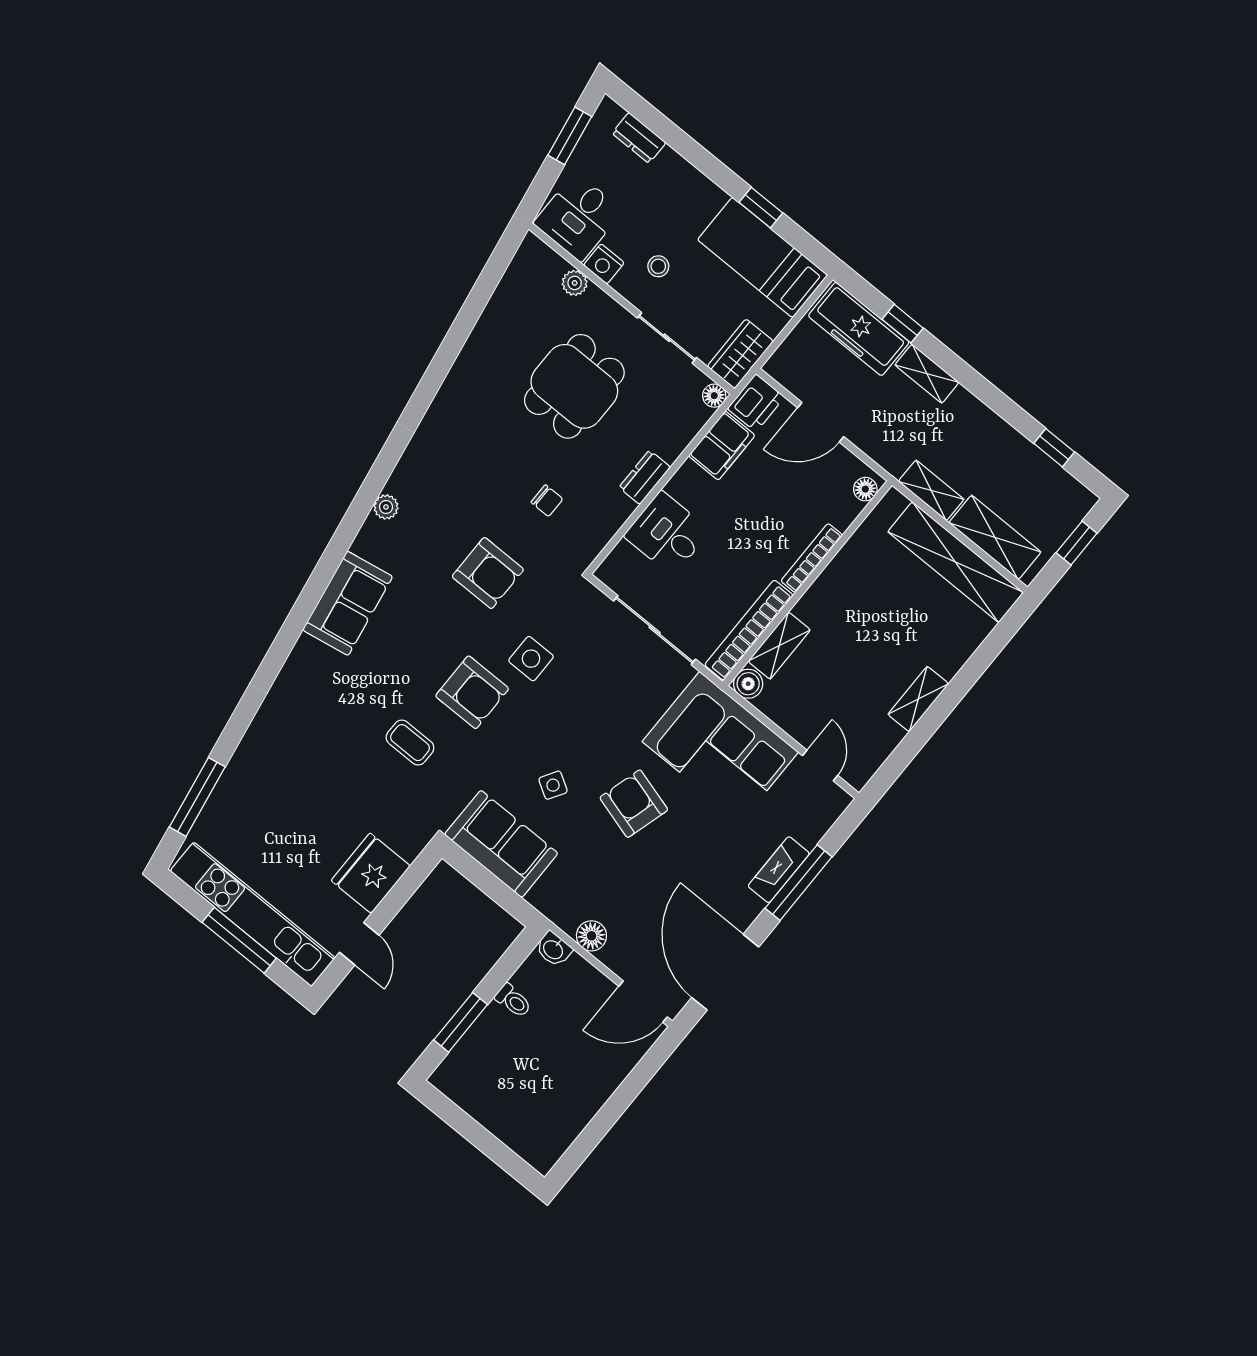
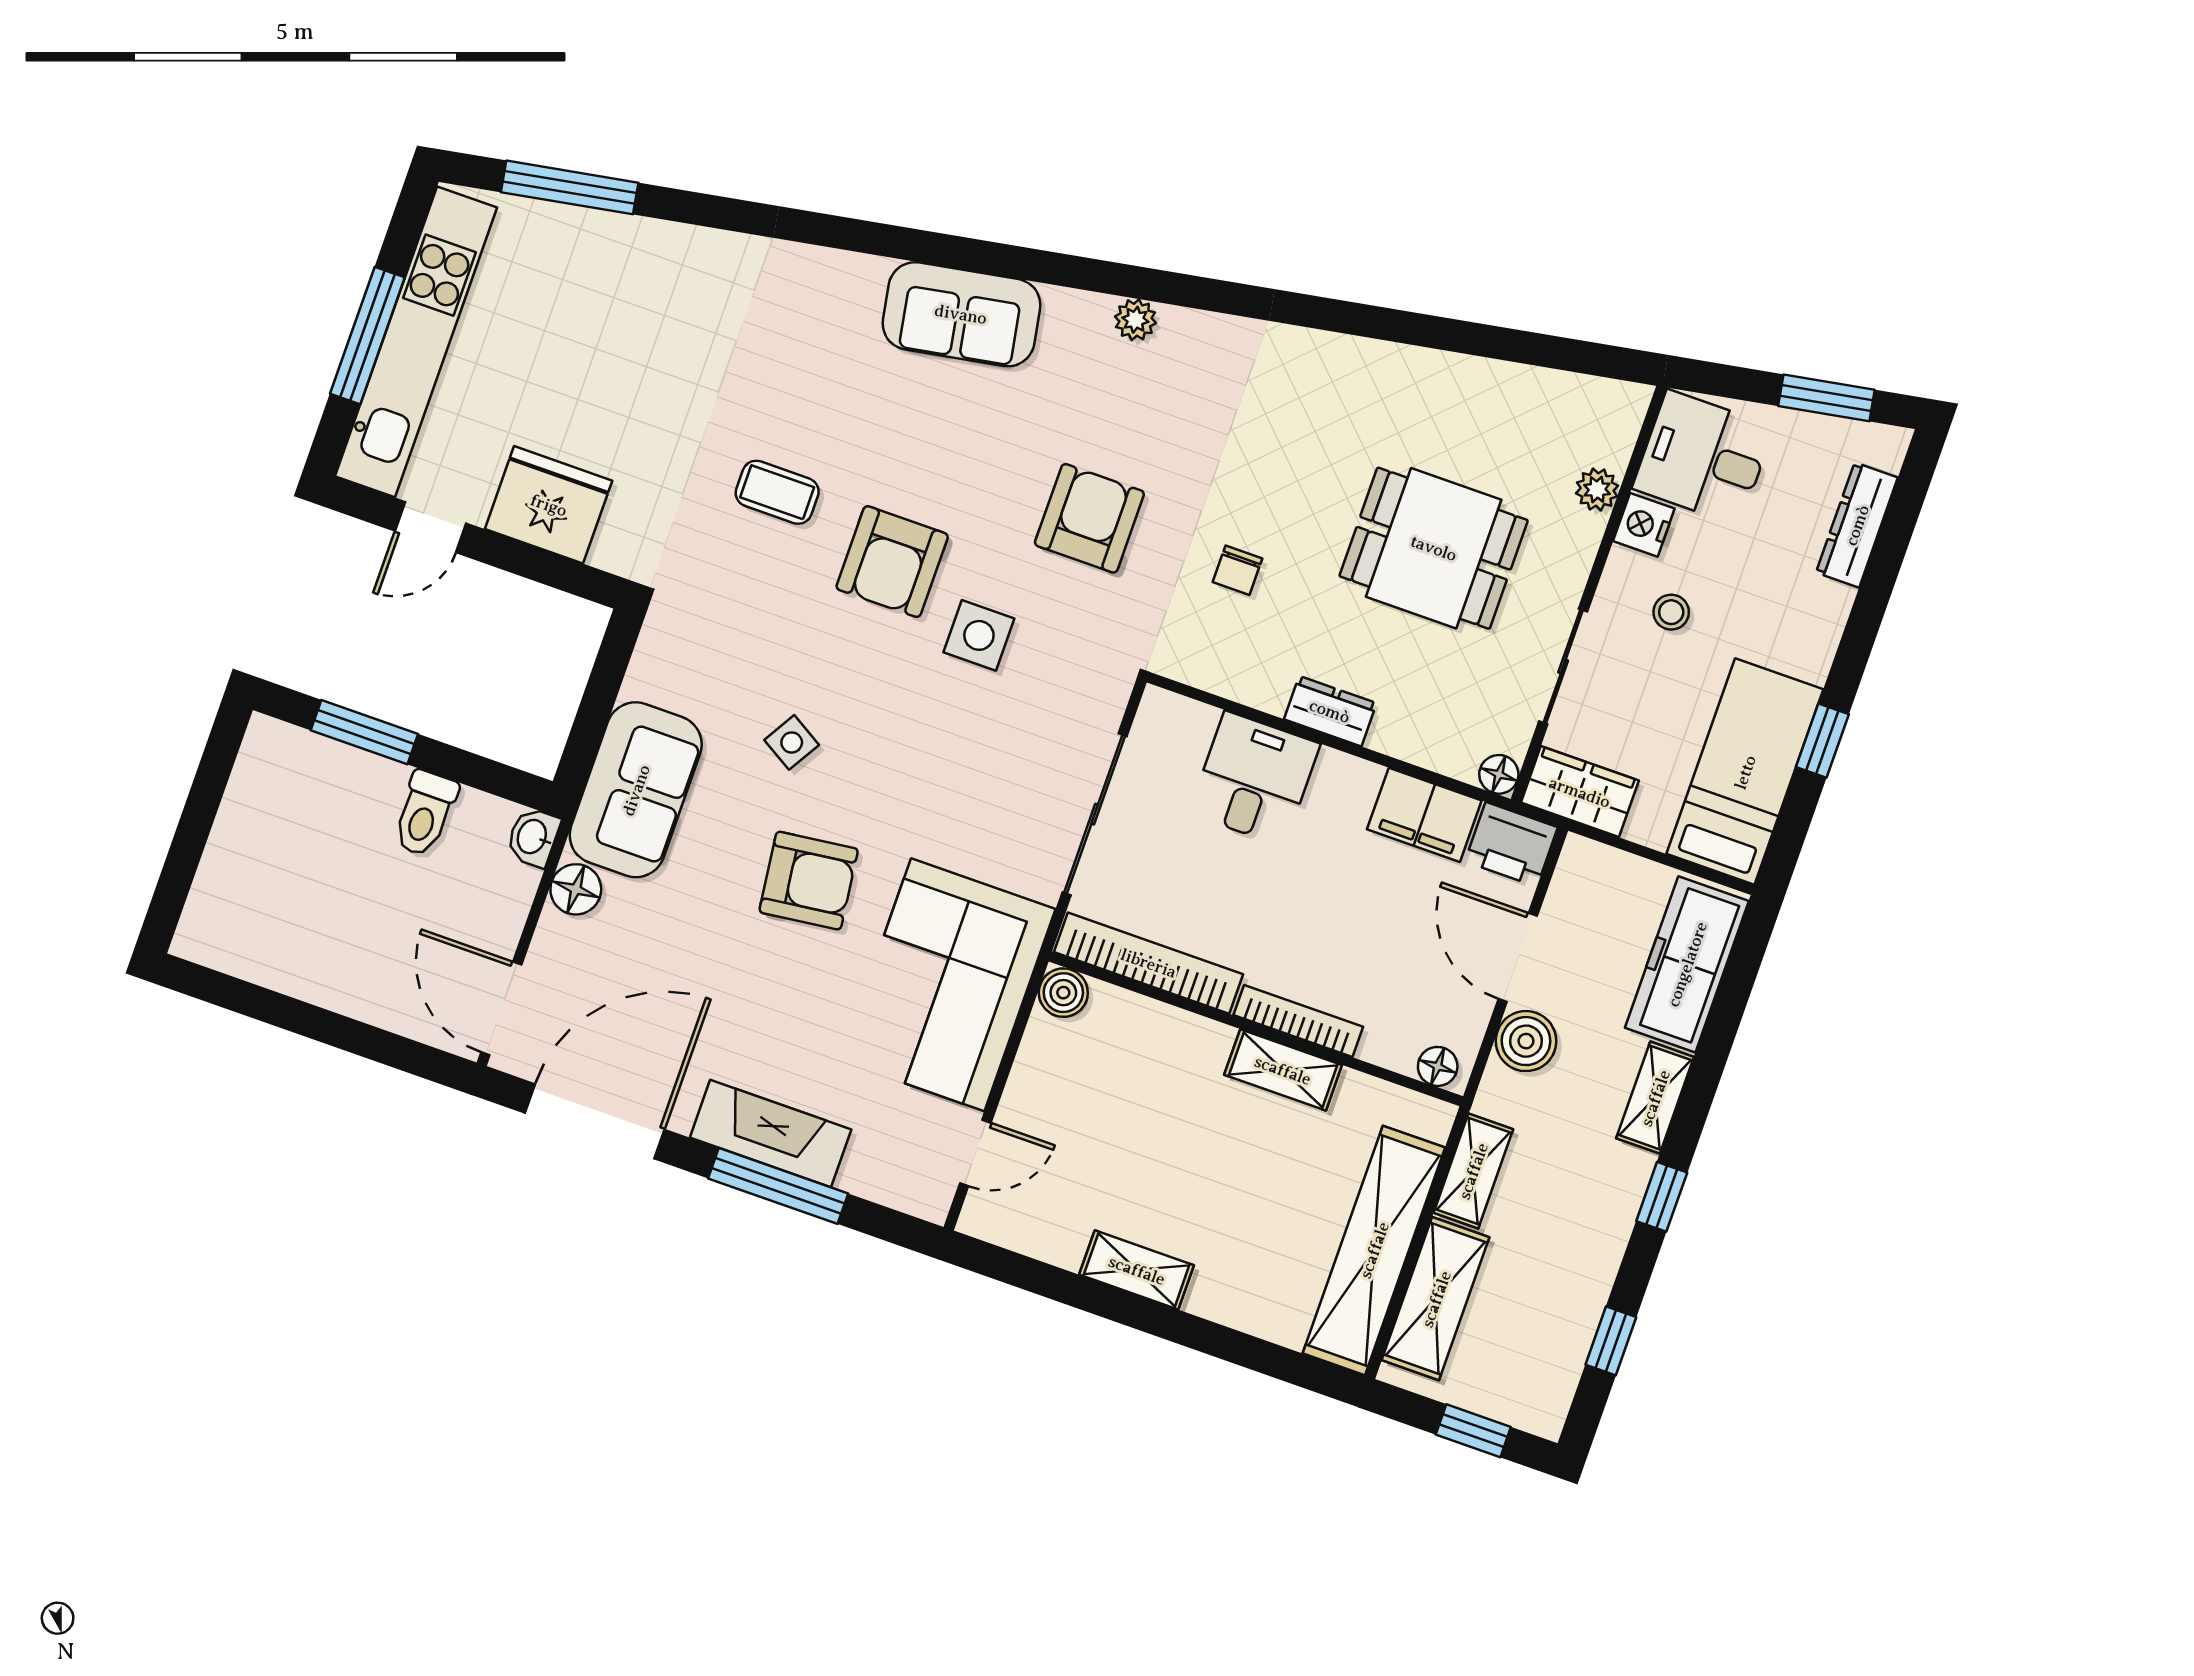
dresser: (639, 138) -> (1857, 525), width x1.44
window: (903, 324) -> (1662, 1197), moved
boiler: (869, 435) -> (1526, 1041), added
armchair: (488, 573) -> (1089, 518), turned 180
shelving: (779, 646) -> (1283, 1070), moved
coffee table: (410, 743) -> (777, 492), turned 90
armchair: (634, 804) -> (809, 881), turned 67
sofa: (501, 844) -> (636, 790), moved
fireplace: (779, 870) -> (771, 1133), width x1.37, depth x1.32
toilet: (513, 1001) -> (425, 813), width x1.37, depth x1.39

